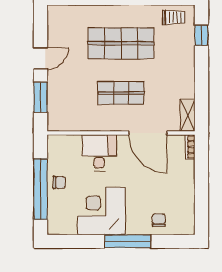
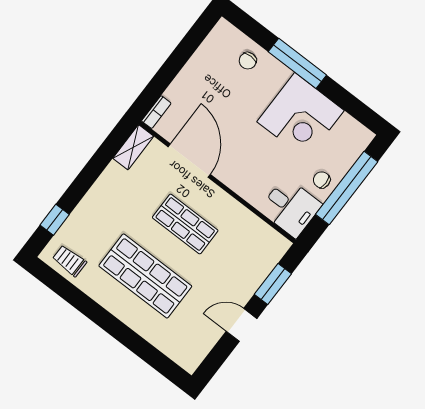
desk: (99, 153) -> (290, 207), moved, turned -90

